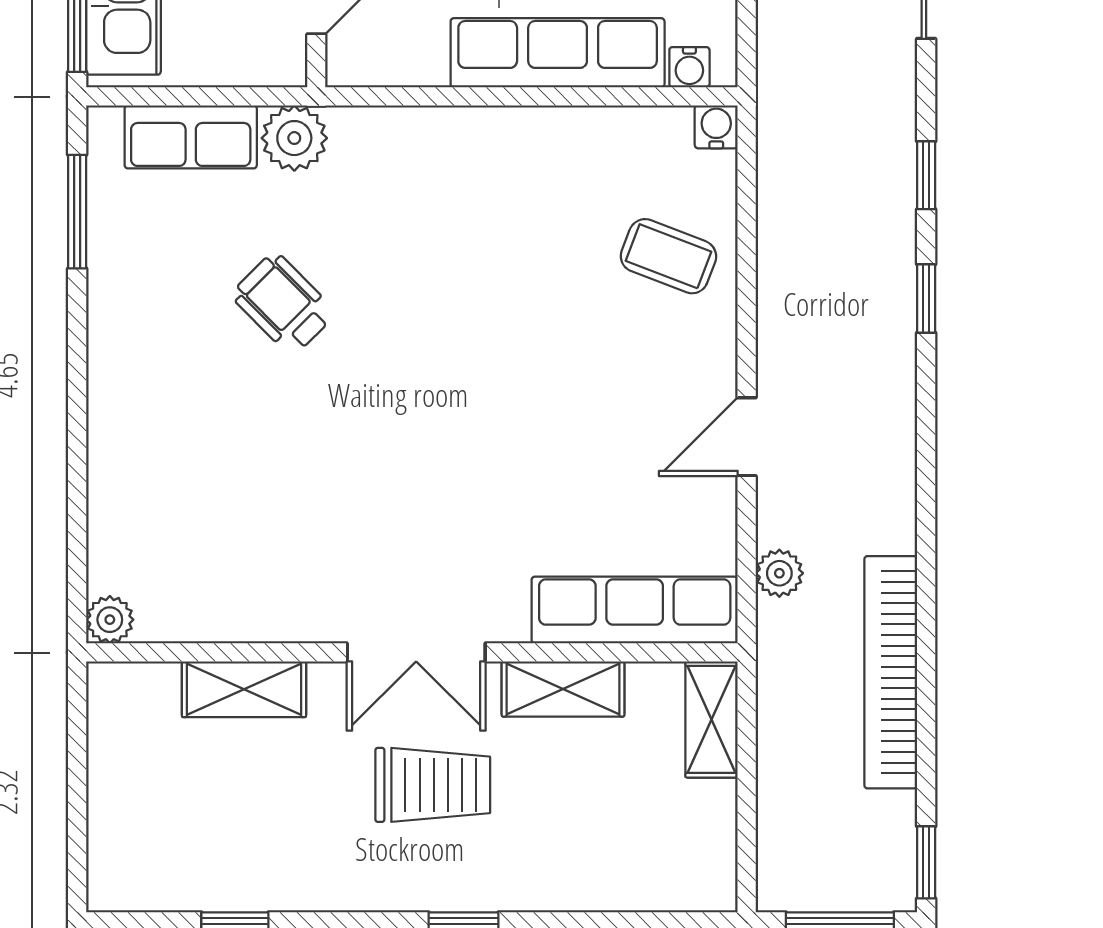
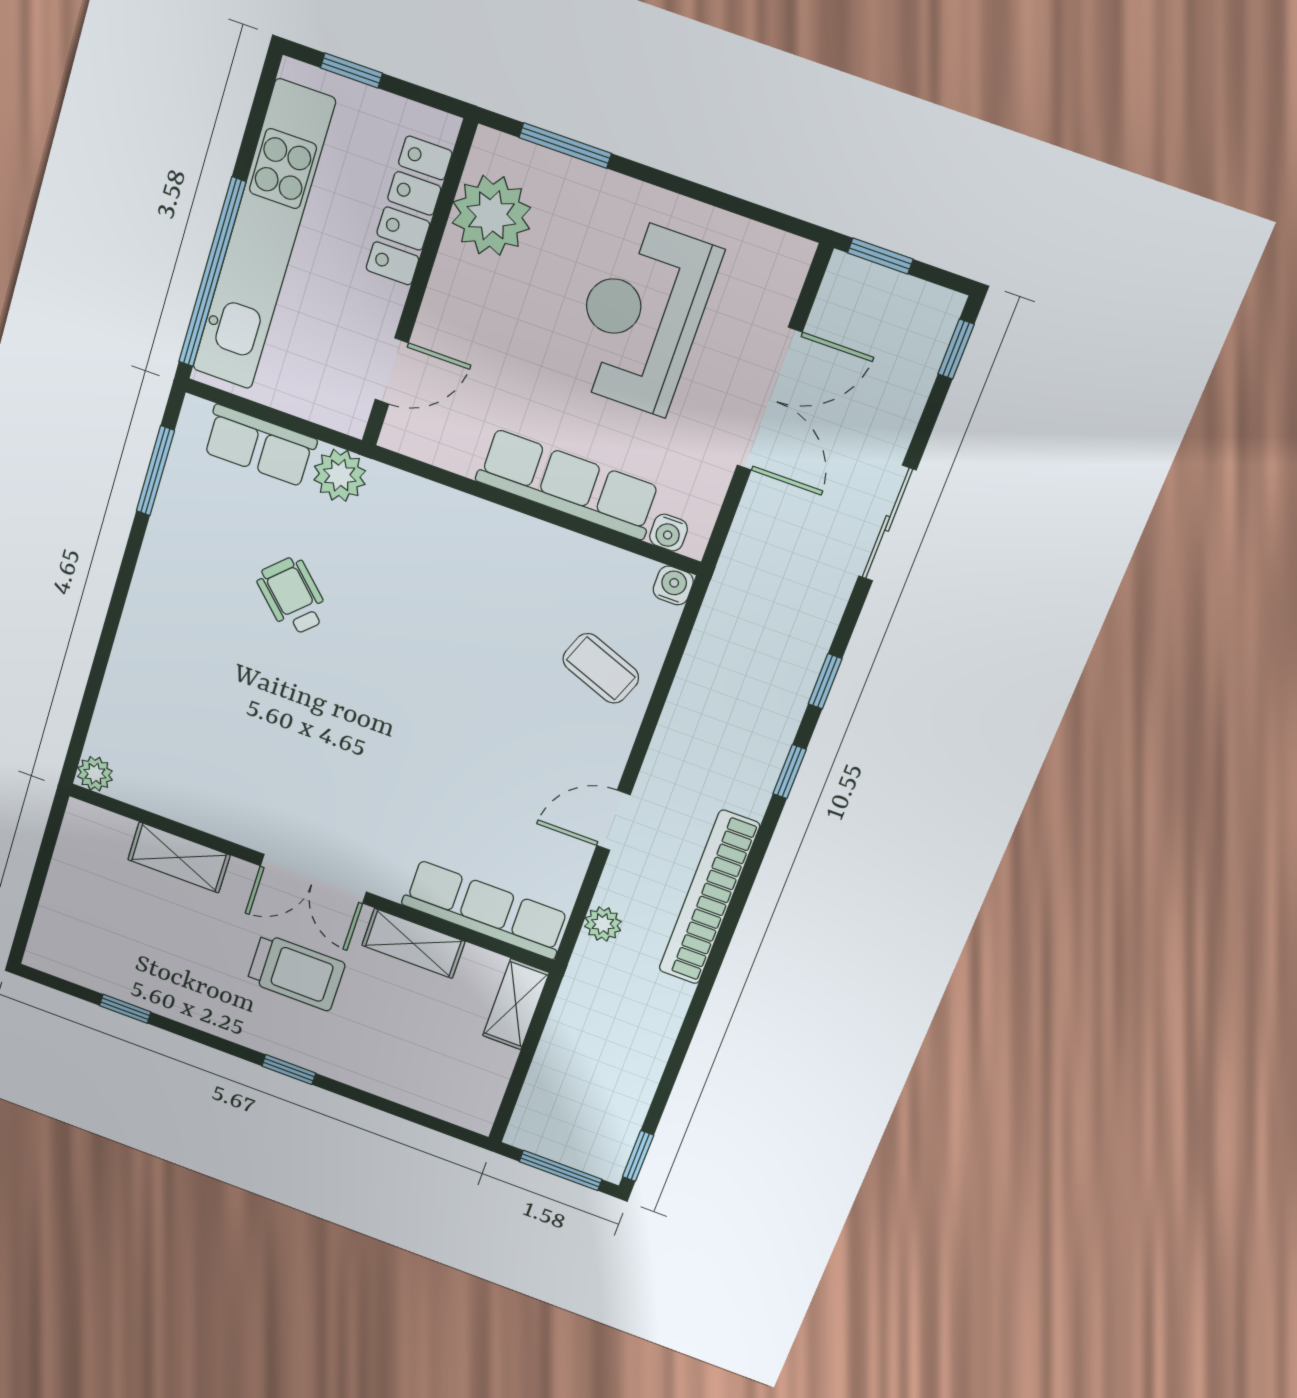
bookcase: (891, 672) -> (709, 898), moved

